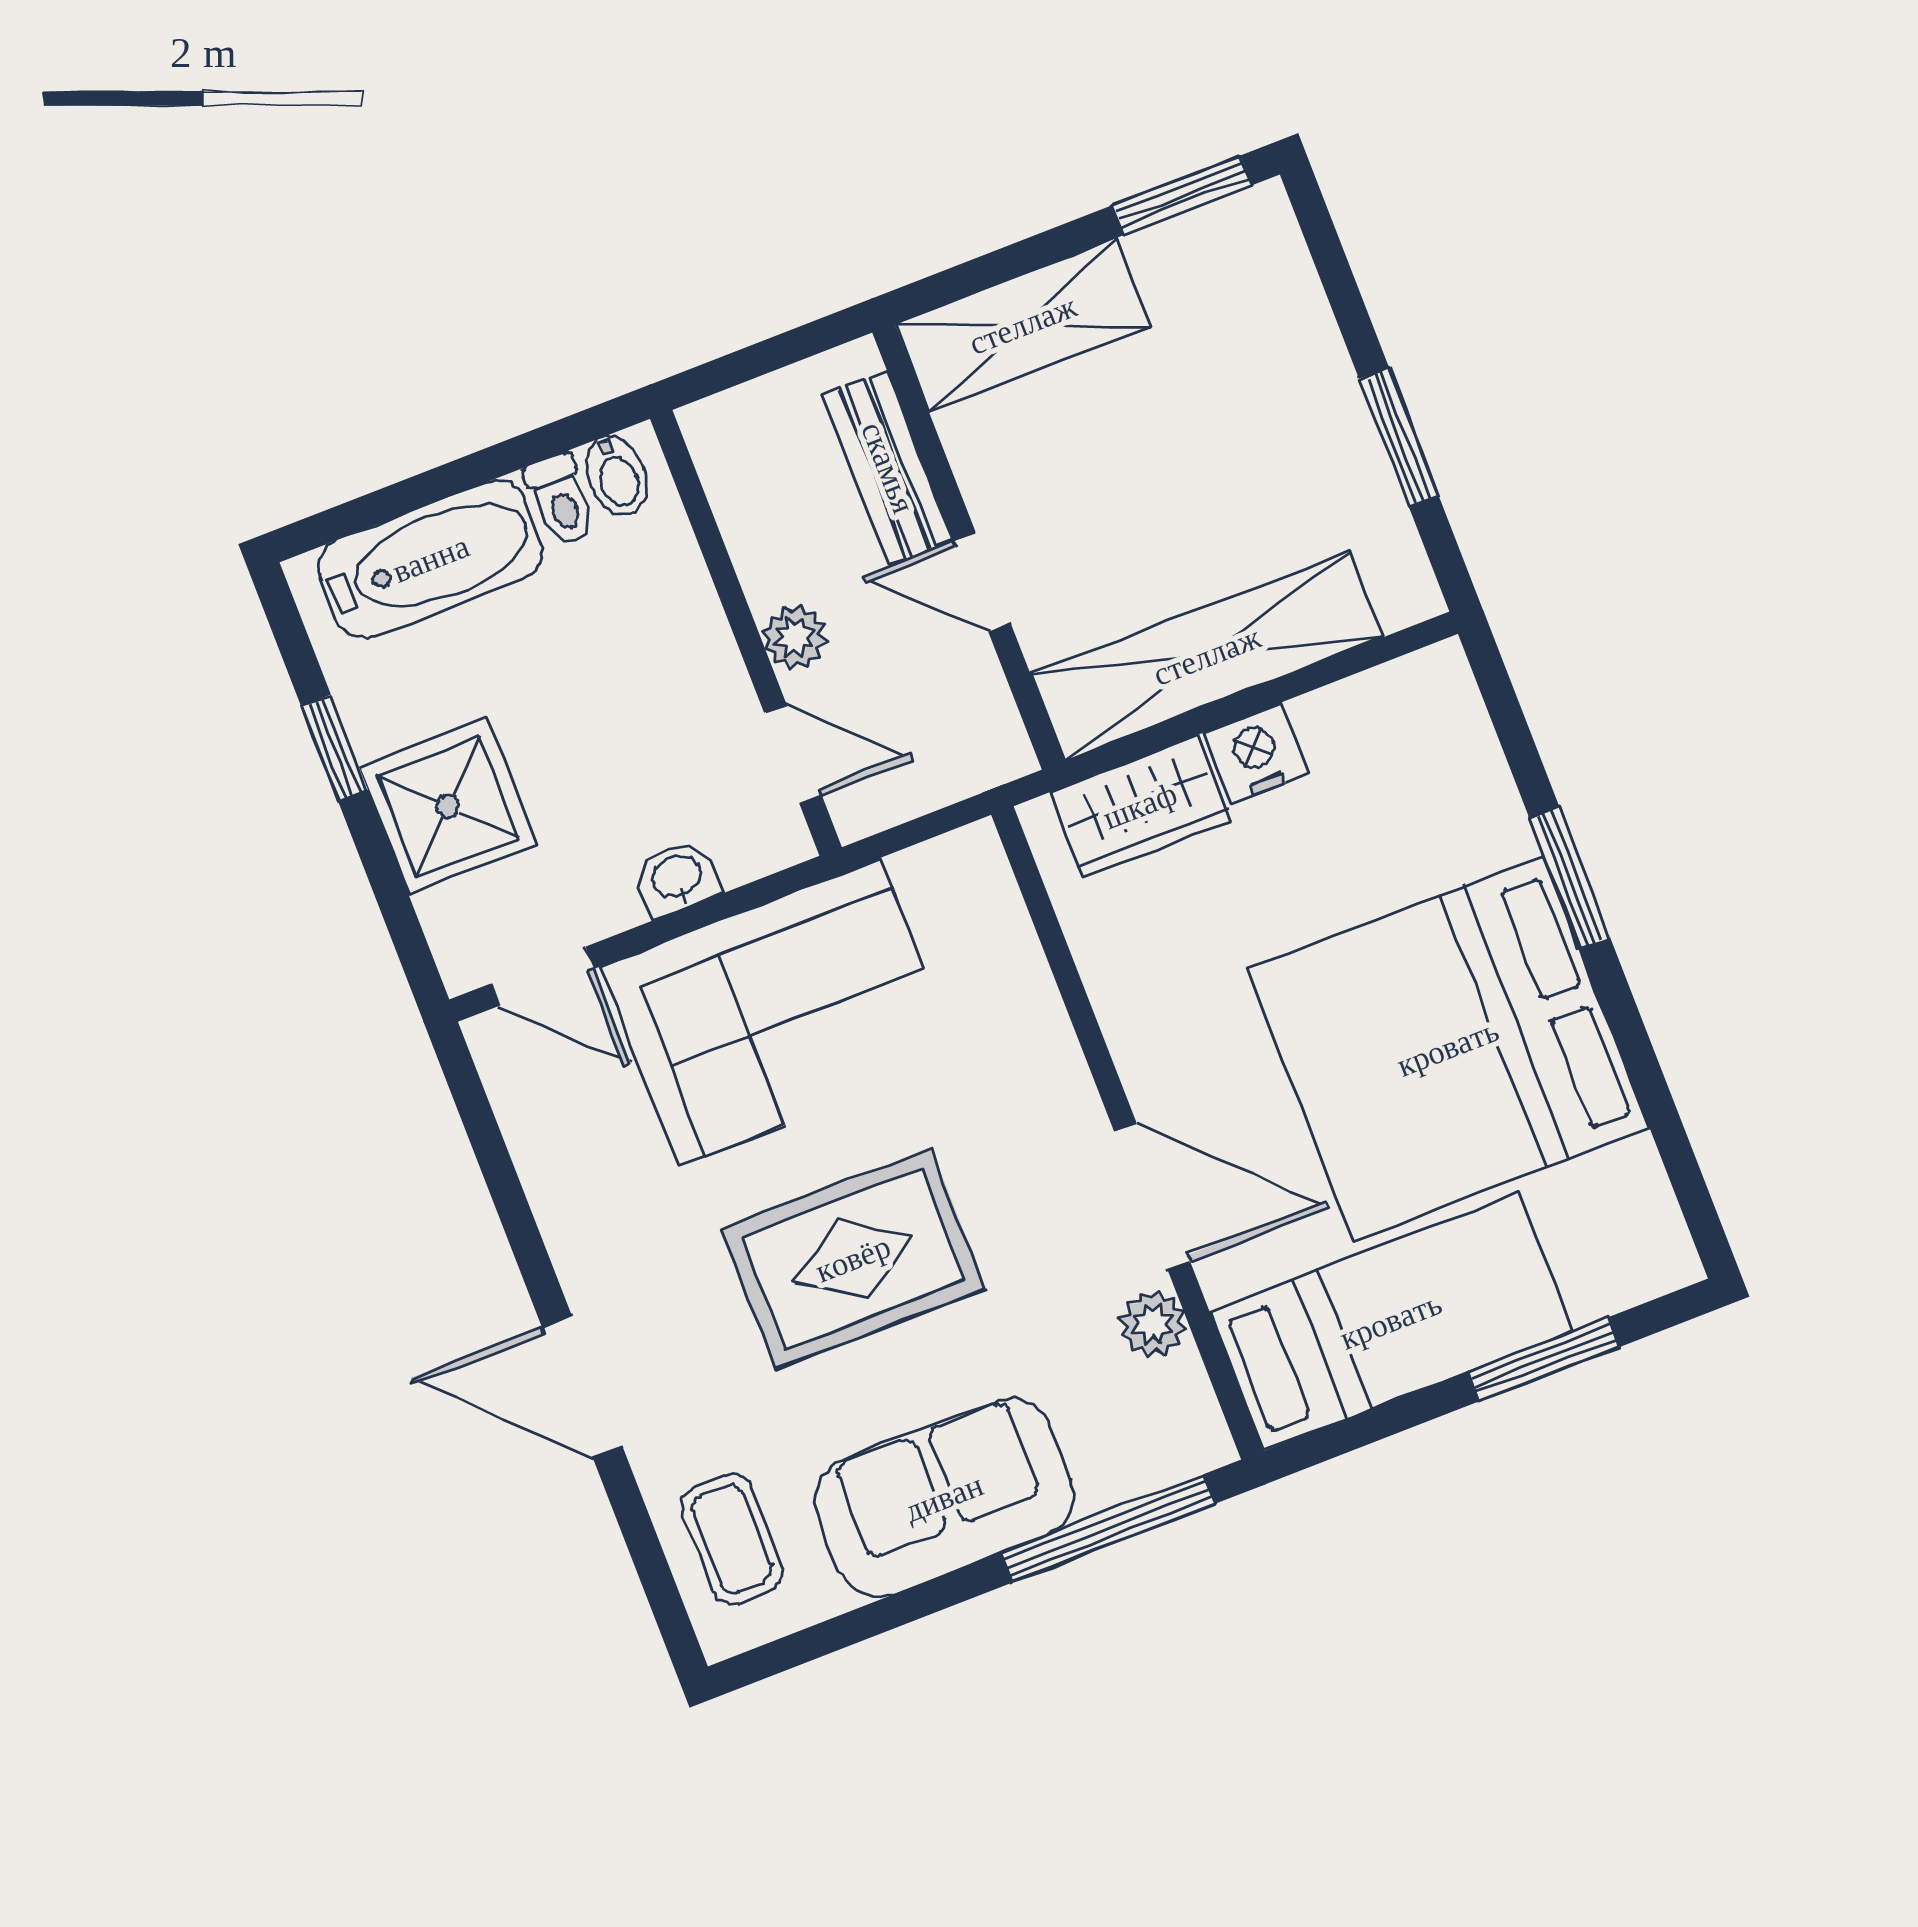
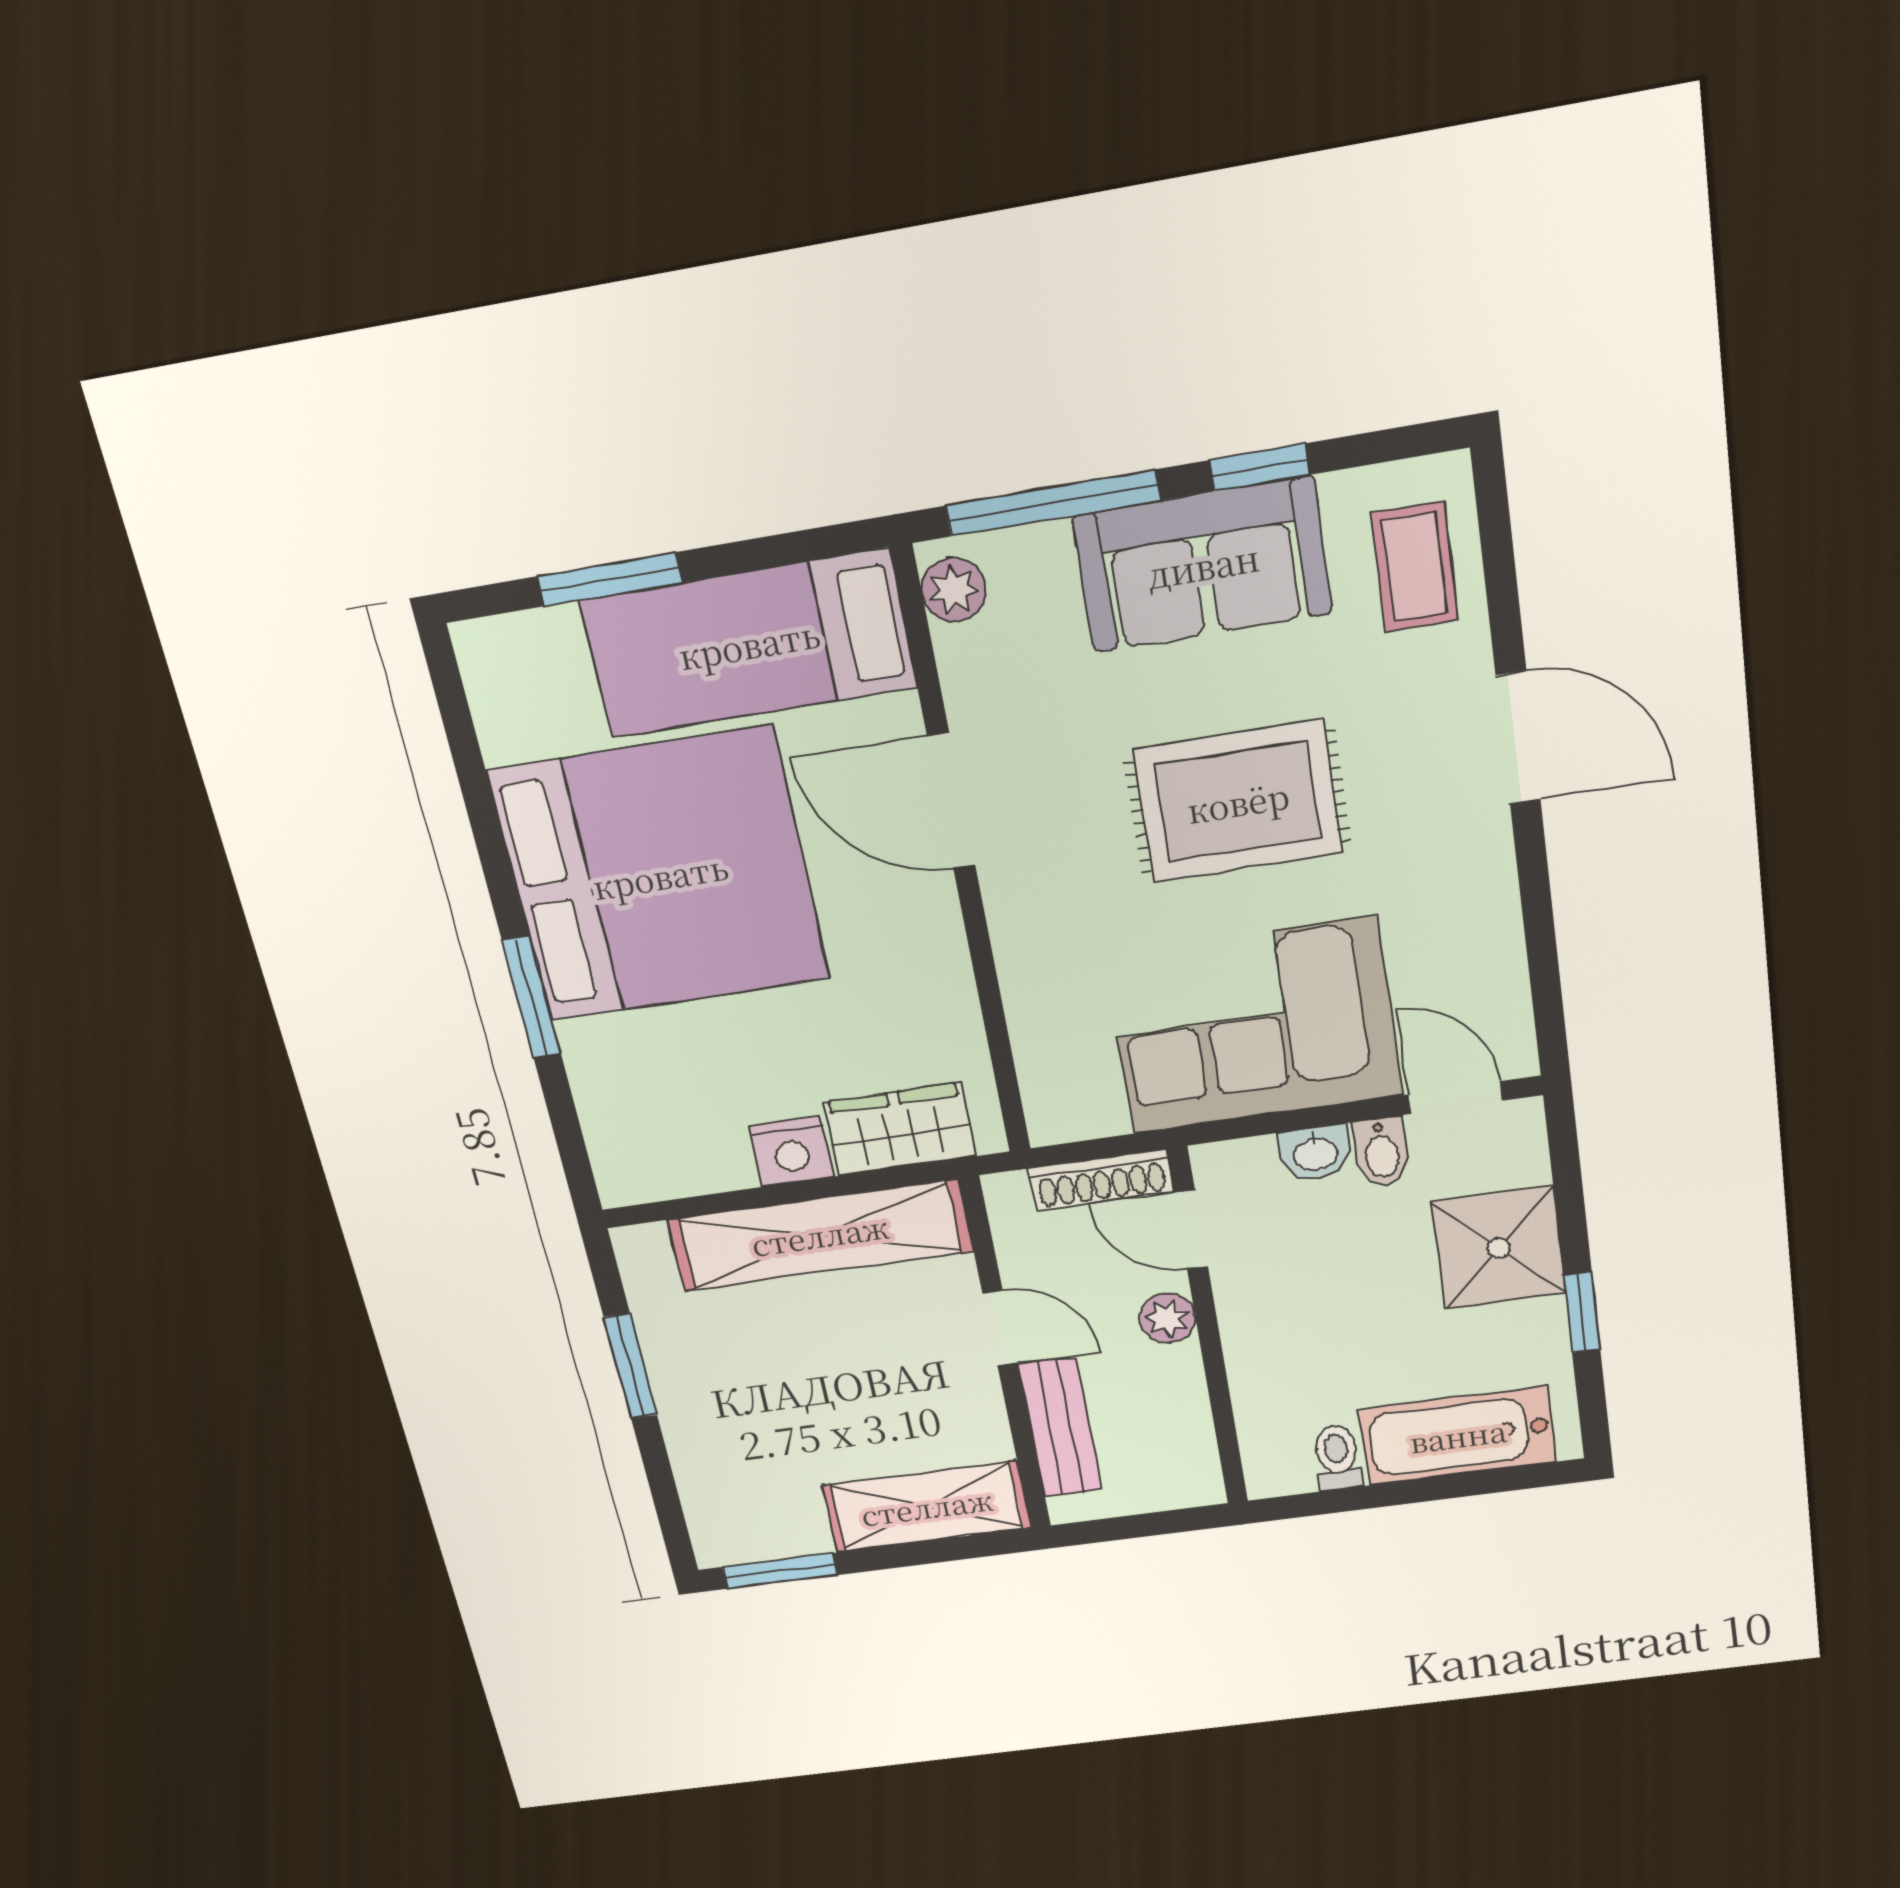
bidet: (617, 476) -> (1381, 1152), moved, turned 180
shoe rack: (906, 794) -> (1101, 1180), added
plant: (1153, 1324) -> (954, 590), moved
window: (910, 1605) -> (1259, 467), added

